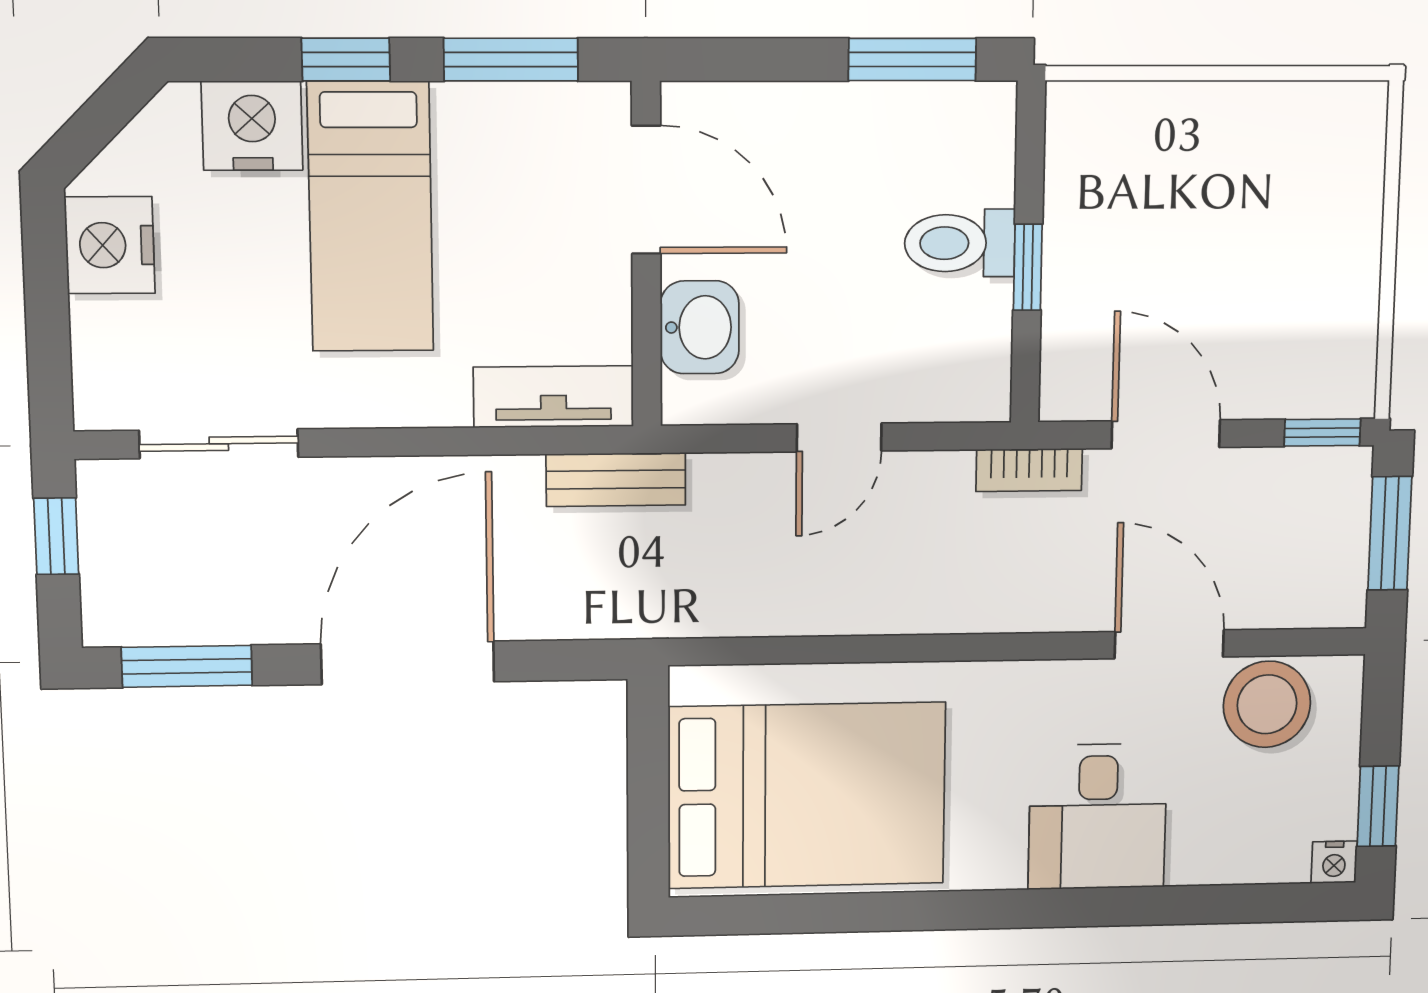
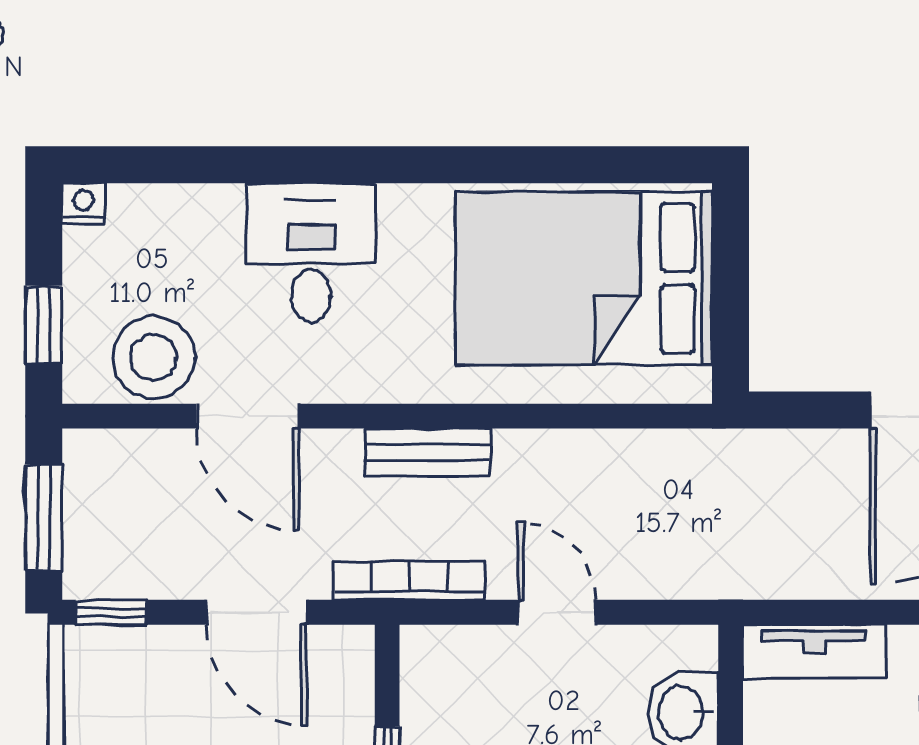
door: (839, 437) -> (556, 612), hinge flipped
bookcase: (1029, 470) -> (409, 581), width x1.56
bench: (616, 480) -> (427, 452), moved
window: (1378, 806) -> (44, 325), moved

